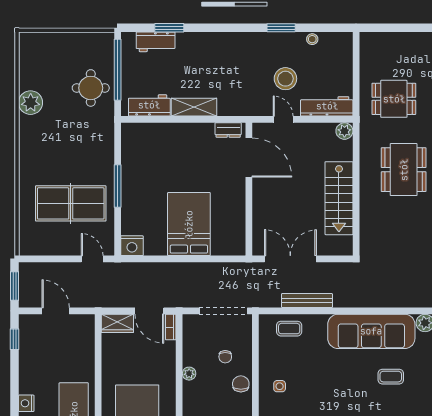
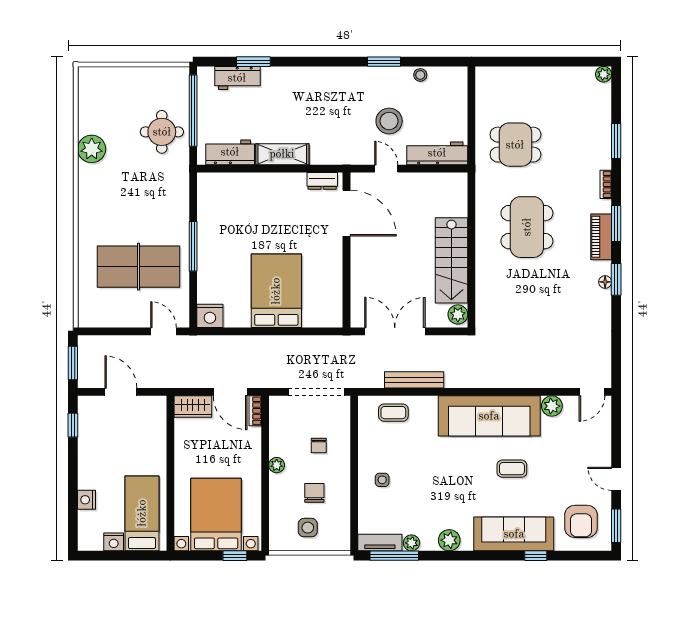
plant: (344, 131) -> (458, 314), moved
chair: (241, 384) -> (314, 493), moved

